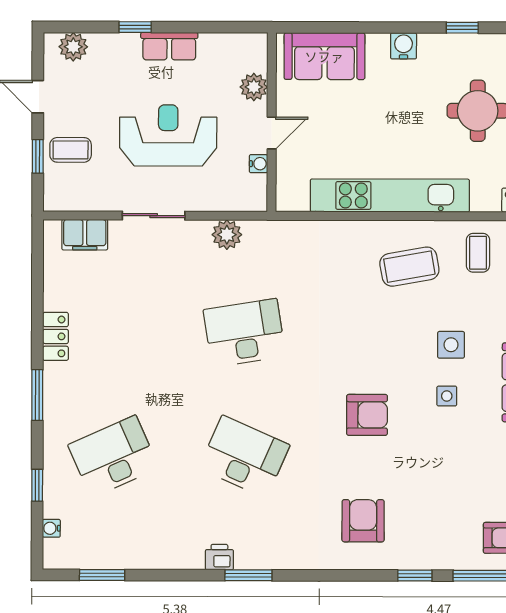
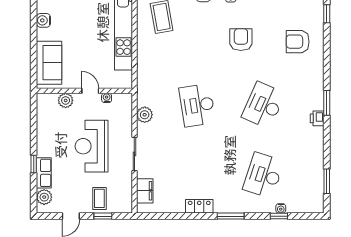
row of seats: (169, 46) -> (44, 173), moved
desk: (113, 456) -> (263, 175), turned 42
water cooler: (51, 528) -> (281, 208), moved

